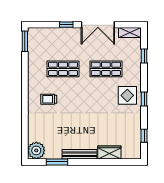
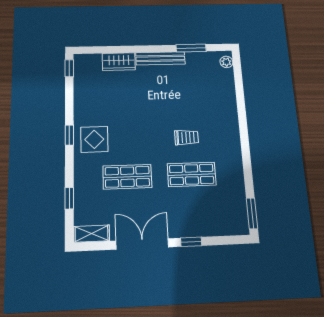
trolley: (49, 99) -> (187, 137), moved
window: (144, 136) -> (69, 68), moved
plant: (36, 150) -> (226, 62), width x0.53, depth x0.53

